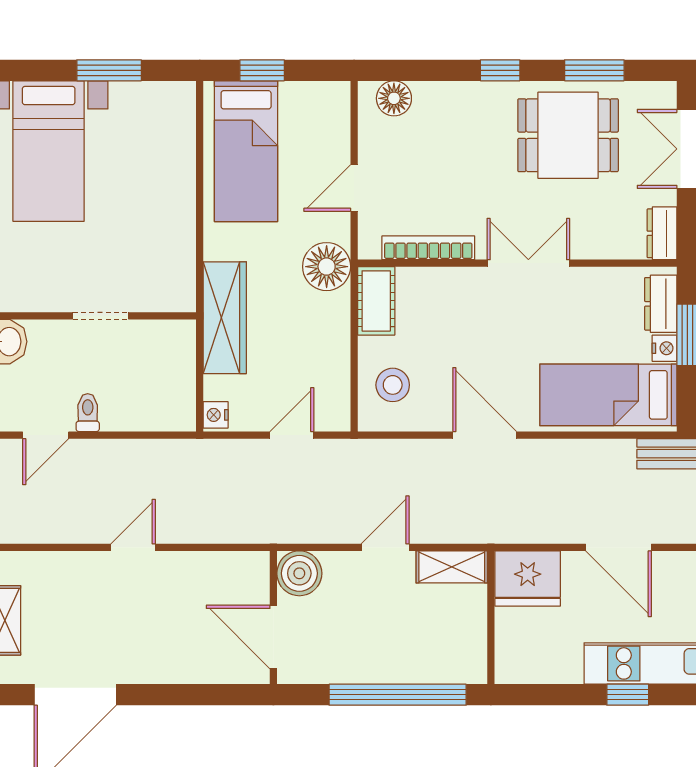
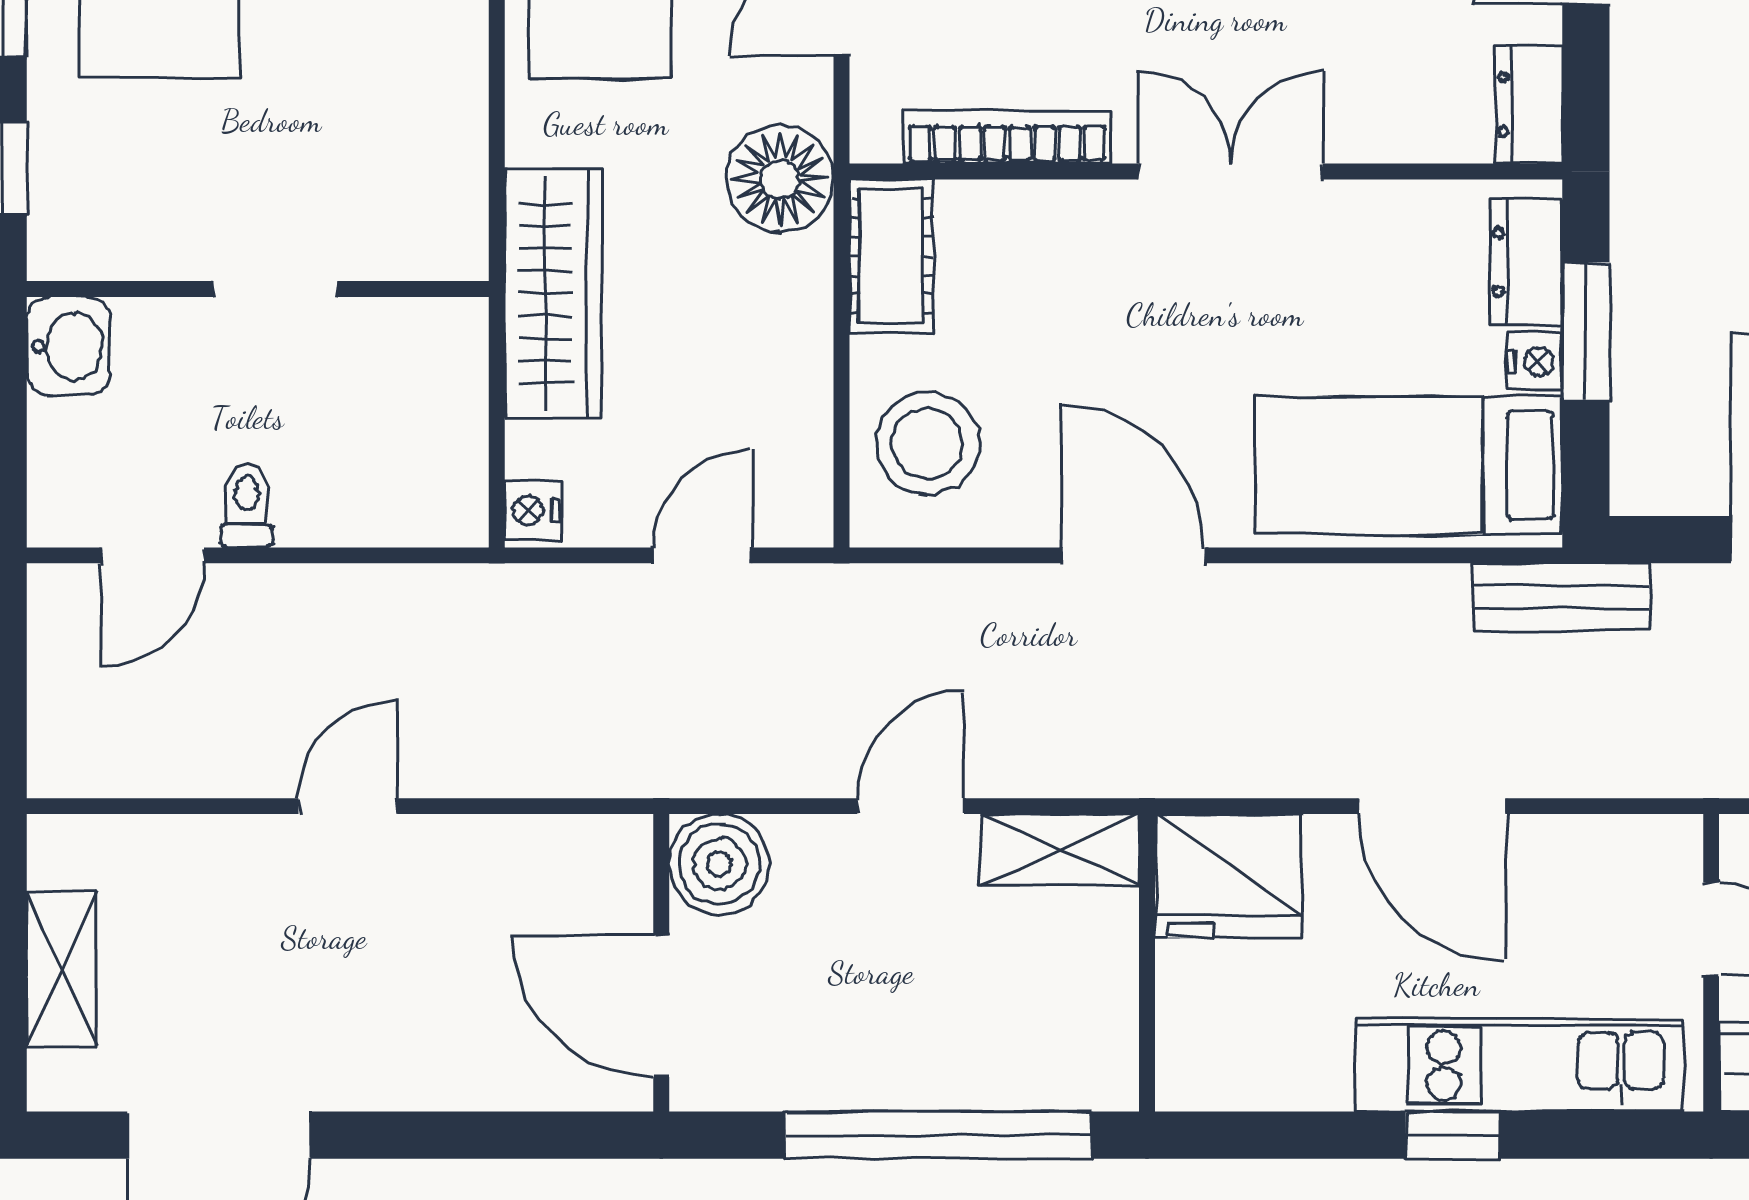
stool: (393, 385) -> (928, 443), width x1.38, depth x1.38

